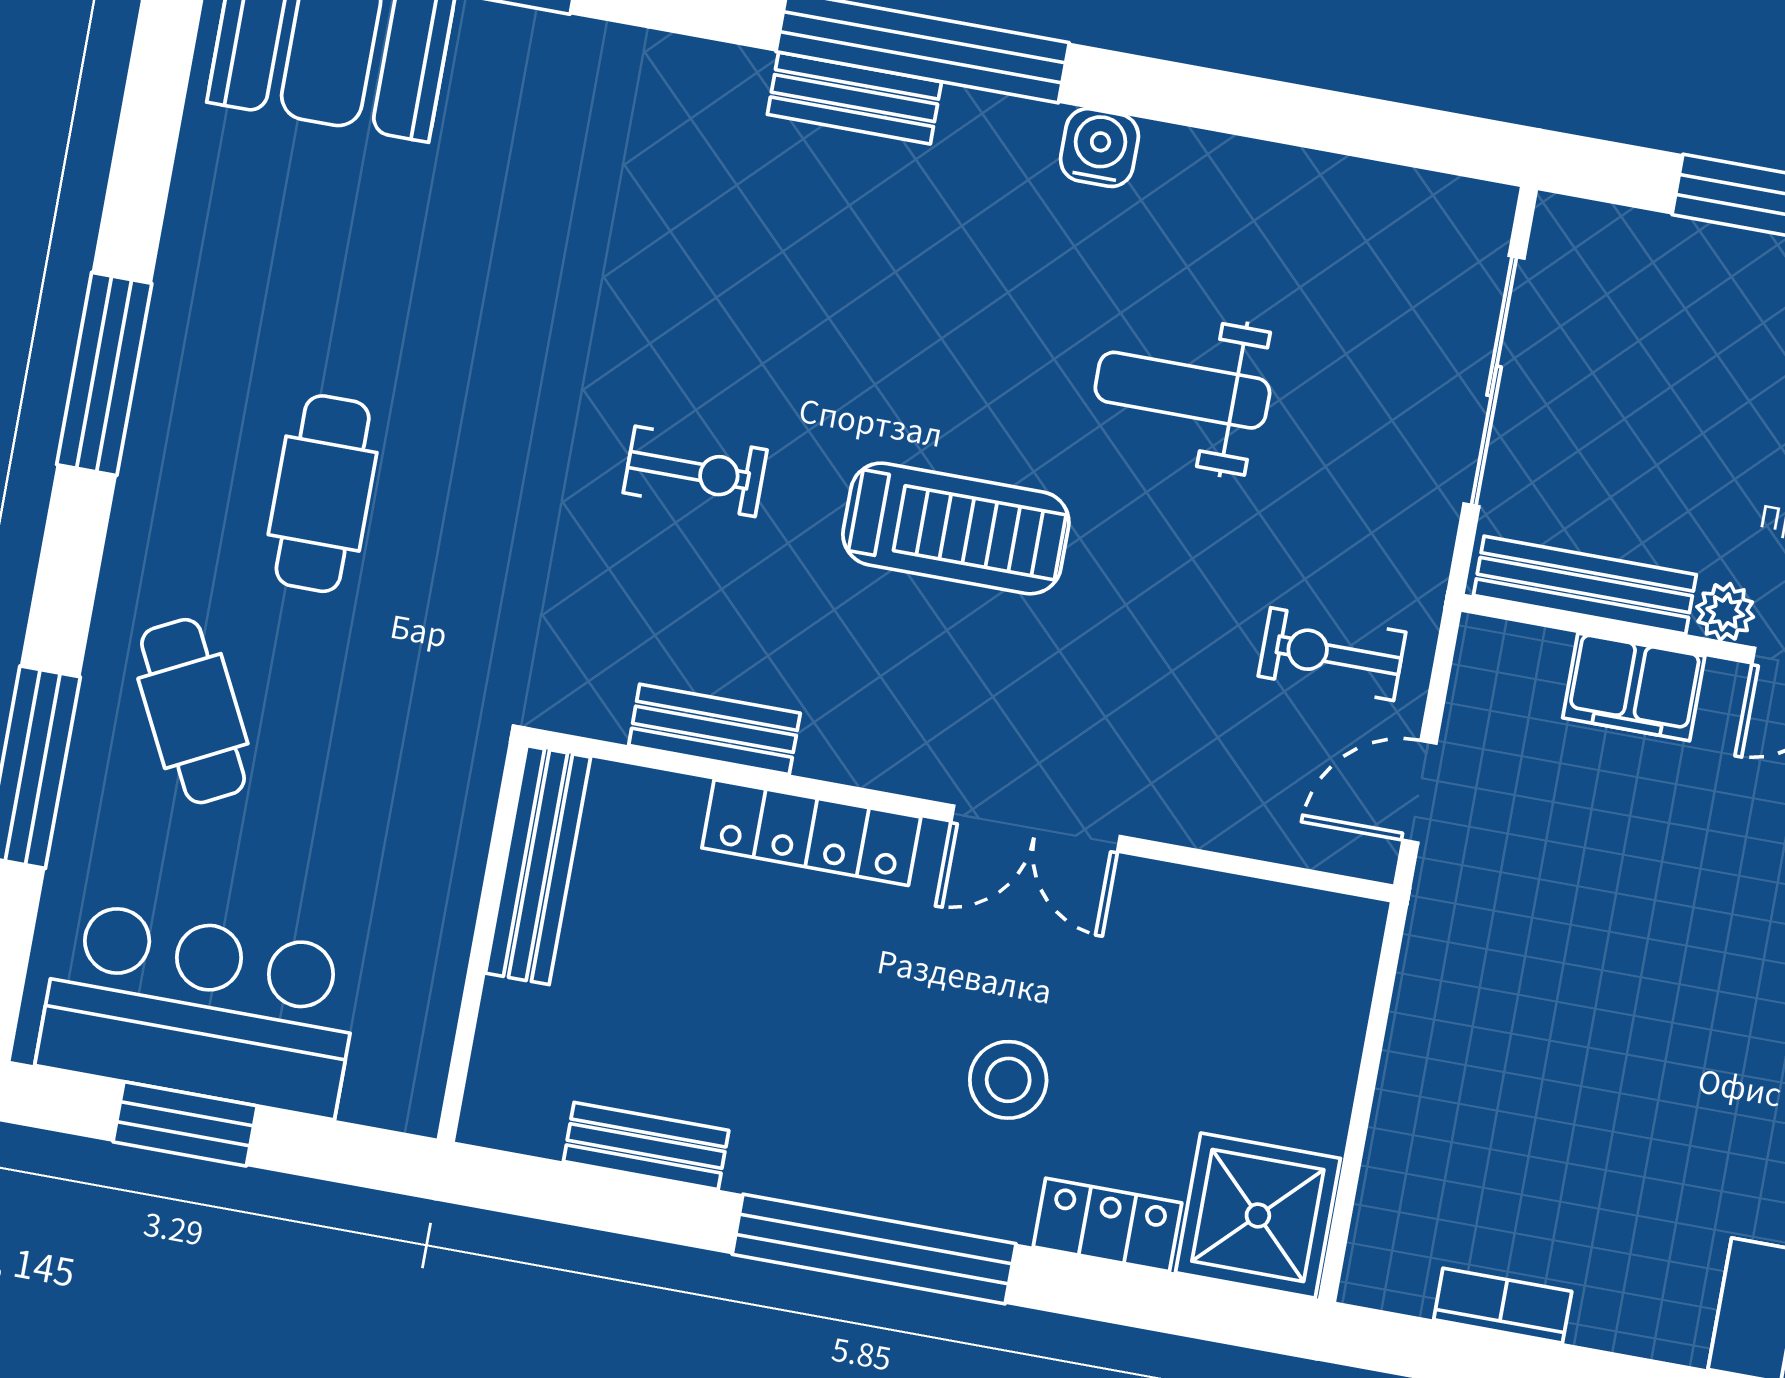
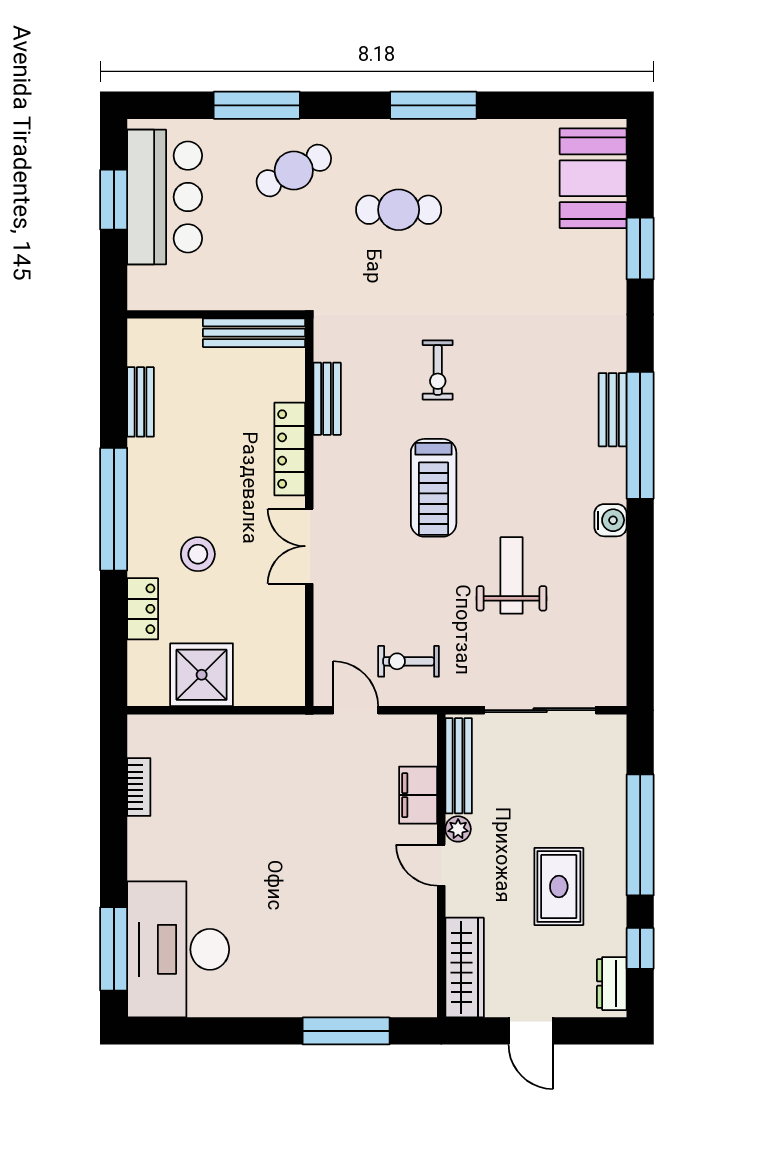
exercise bike: (1332, 654) -> (409, 661), turned -90
shower: (1258, 1215) -> (202, 675), moved

